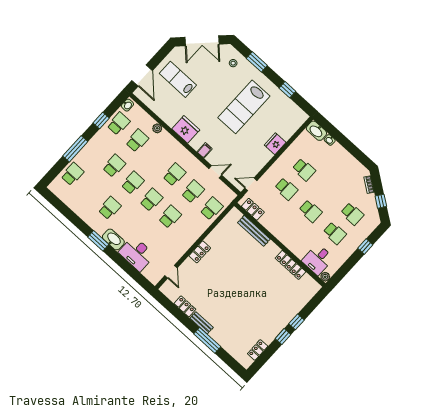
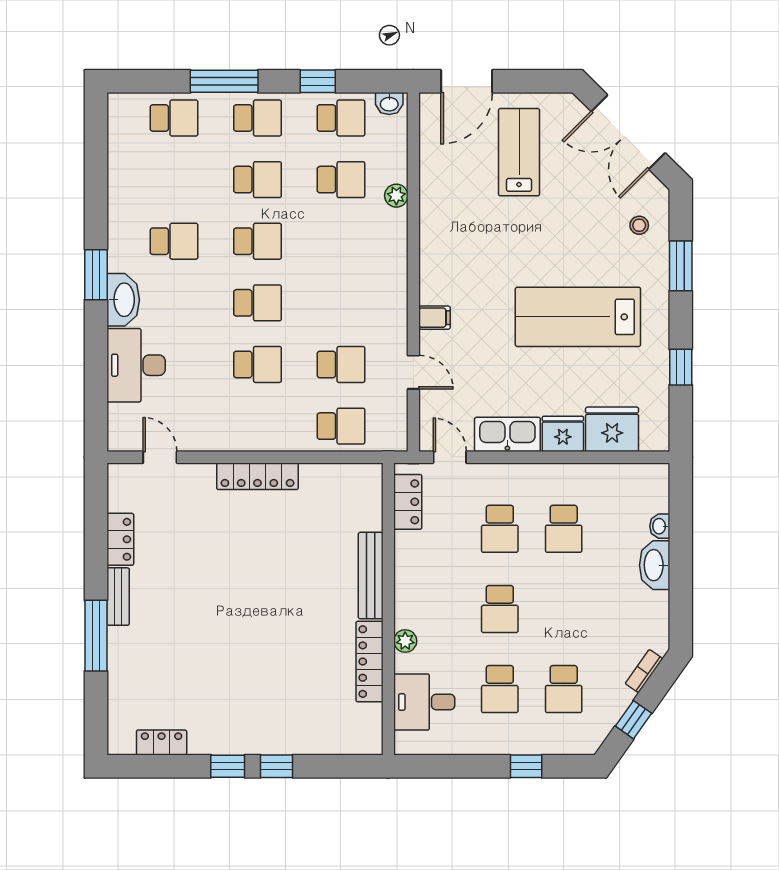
fridge: (186, 129) -> (612, 429), moved, turned -90
washbasin: (316, 131) -> (655, 565), moved
kitchen sink: (260, 161) -> (507, 434), added
school desk: (174, 175) -> (257, 118), moved
bench: (254, 231) -> (371, 576), moved
locker: (200, 252) -> (257, 476), width x1.53
door: (171, 272) -> (160, 457), swing flipped
plant: (325, 277) -> (405, 641), moved

